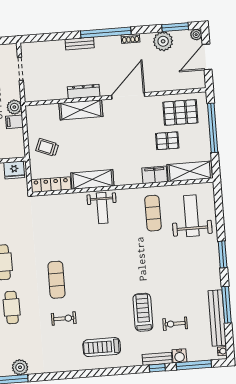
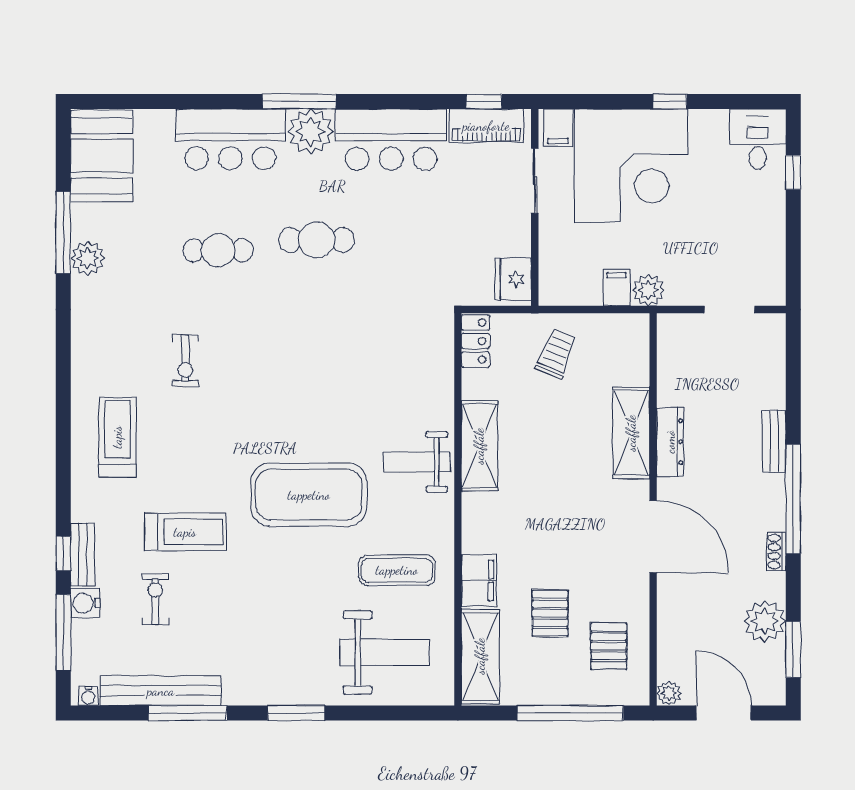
plant: (196, 35) -> (669, 693), moved
pallet: (180, 112) -> (609, 646), width x0.67, depth x0.71
locker: (51, 185) -> (475, 341), width x0.66
exercise mat: (56, 280) -> (309, 495), moved, width x2.00, depth x1.45

